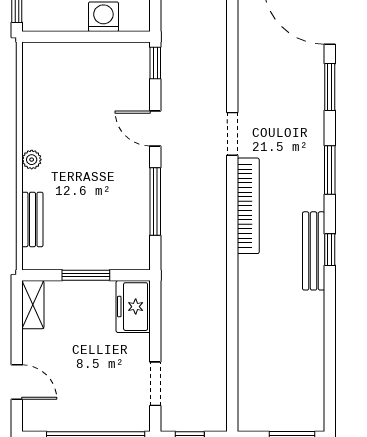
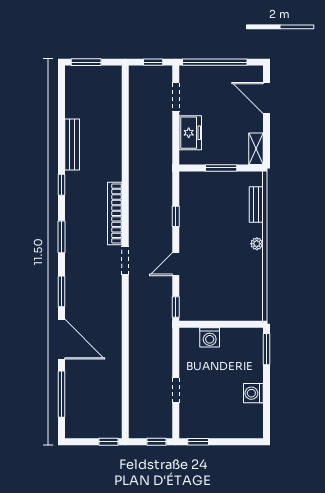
door: (155, 128) -> (176, 264), swing flipped
window: (155, 202) -> (176, 216), width x0.46
bench: (314, 251) -> (72, 144), moved
freezer: (133, 307) -> (190, 133), moved
door: (17, 382) -> (266, 98), width x1.38

